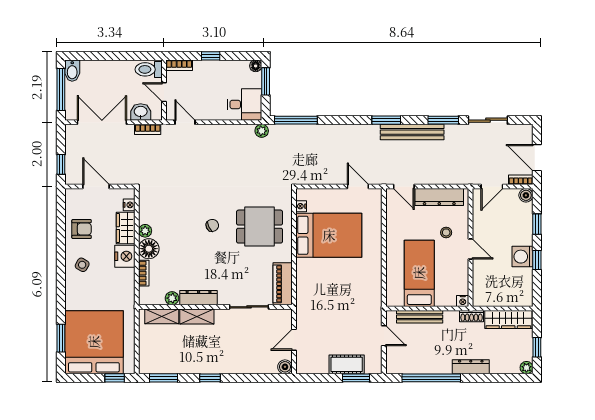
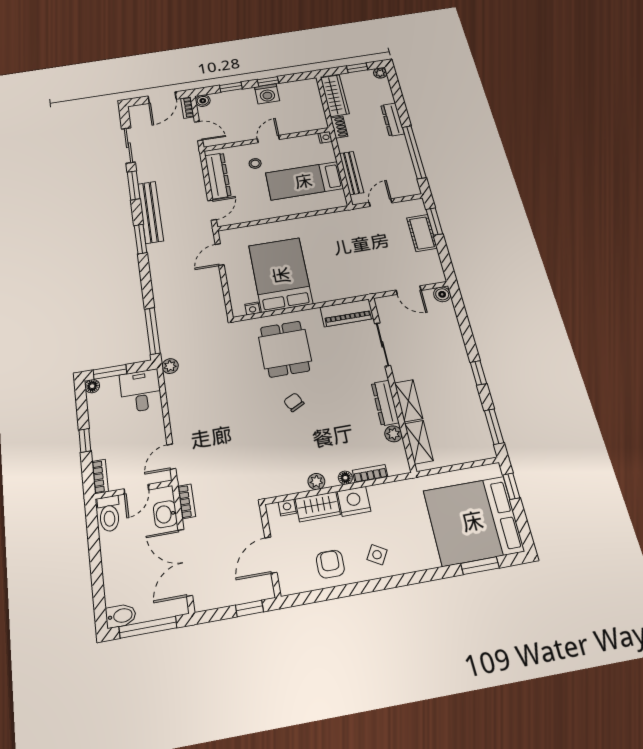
floor lamp: (149, 249) -> (345, 478), width x0.53, depth x0.53

